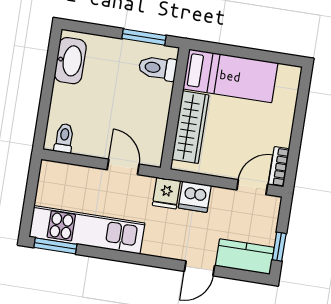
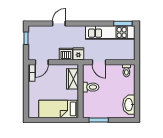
toilet: (158, 68) -> (91, 87), moved
wardrobe: (190, 127) -> (72, 79), width x0.67
kitchen counter: (245, 257) -> (40, 32), removed

